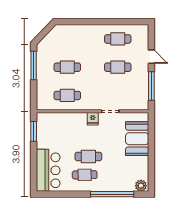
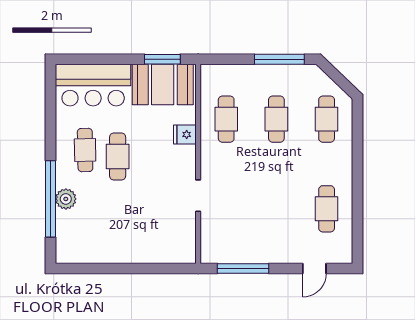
door: (151, 57) -> (314, 269), moved
cafe table: (118, 67) -> (327, 119), moved
fridge: (93, 119) -> (185, 134), moved
booth: (137, 139) -> (163, 85), moved
plant: (141, 186) -> (66, 199), moved

